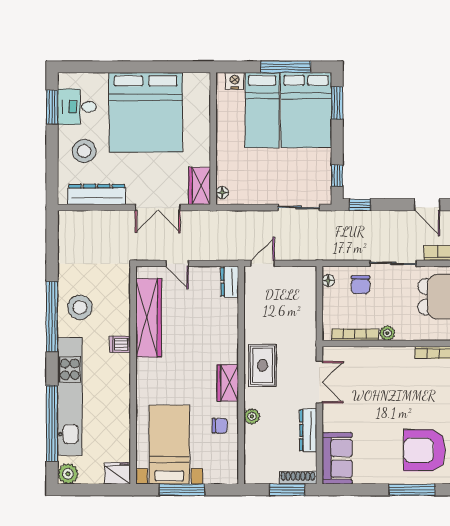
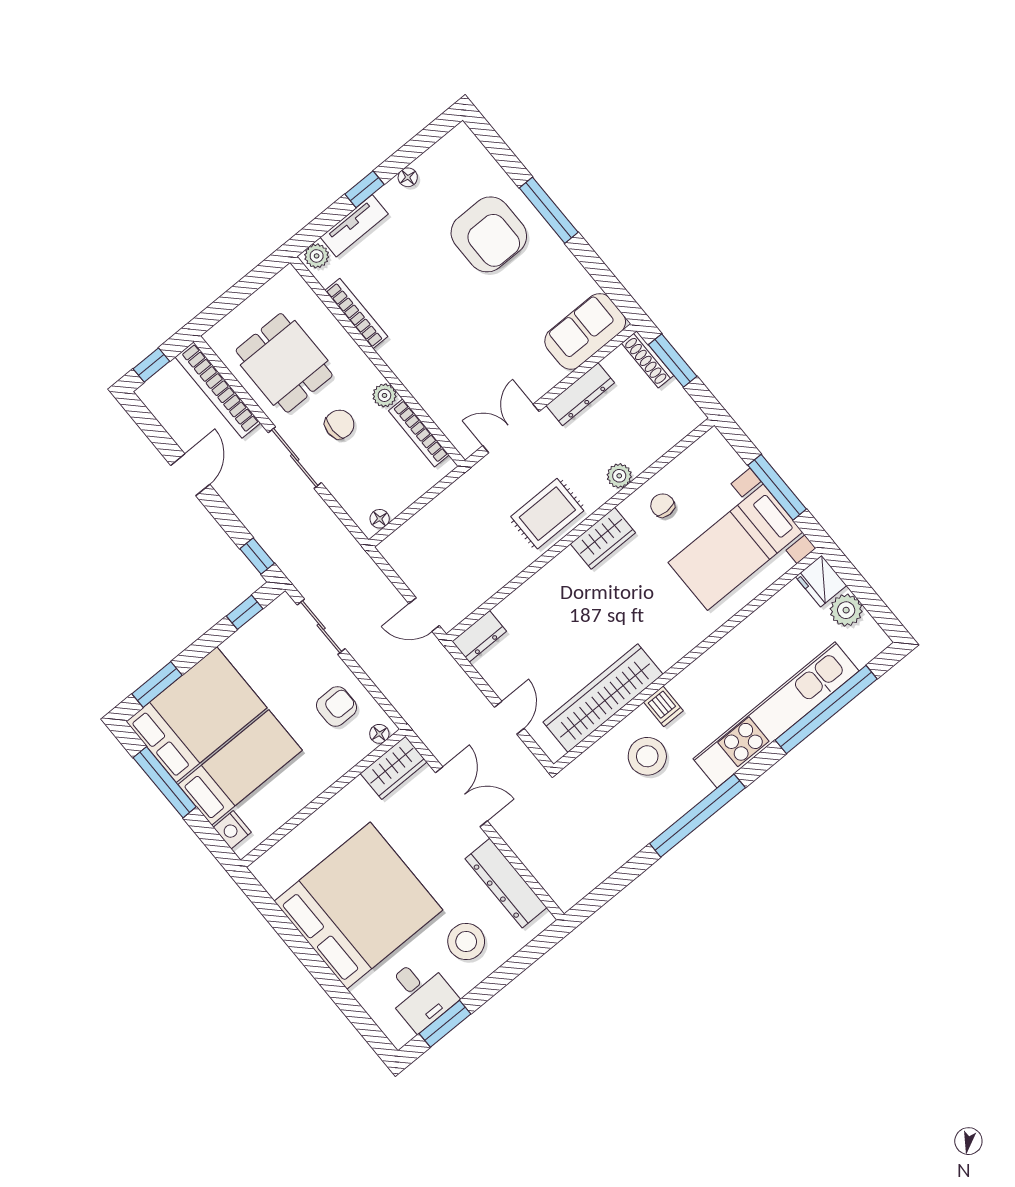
armchair: (253, 183) -> (337, 706), added
chair: (360, 285) -> (339, 424), moved
stool: (80, 307) -> (647, 756), moved
plant: (68, 474) -> (846, 610), moved

